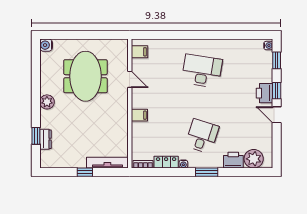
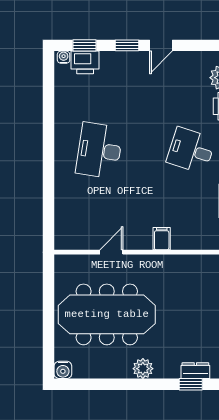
filing cabinet: (139, 52) -> (72, 238), removed
meeting table: (85, 76) -> (107, 314), width x1.36
printer: (265, 93) -> (85, 62), moved

